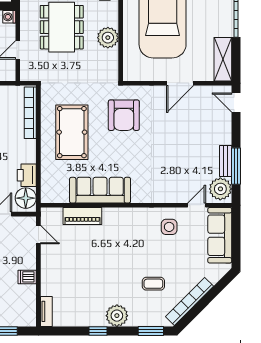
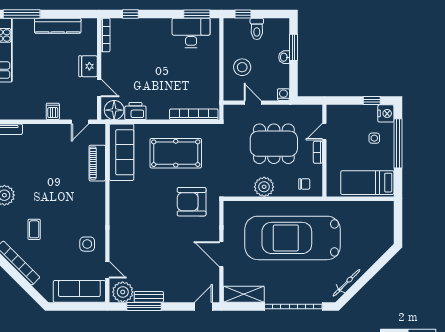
sofa: (100, 190) -> (122, 152), moved
dishwasher: (27, 277) -> (53, 111), moved

